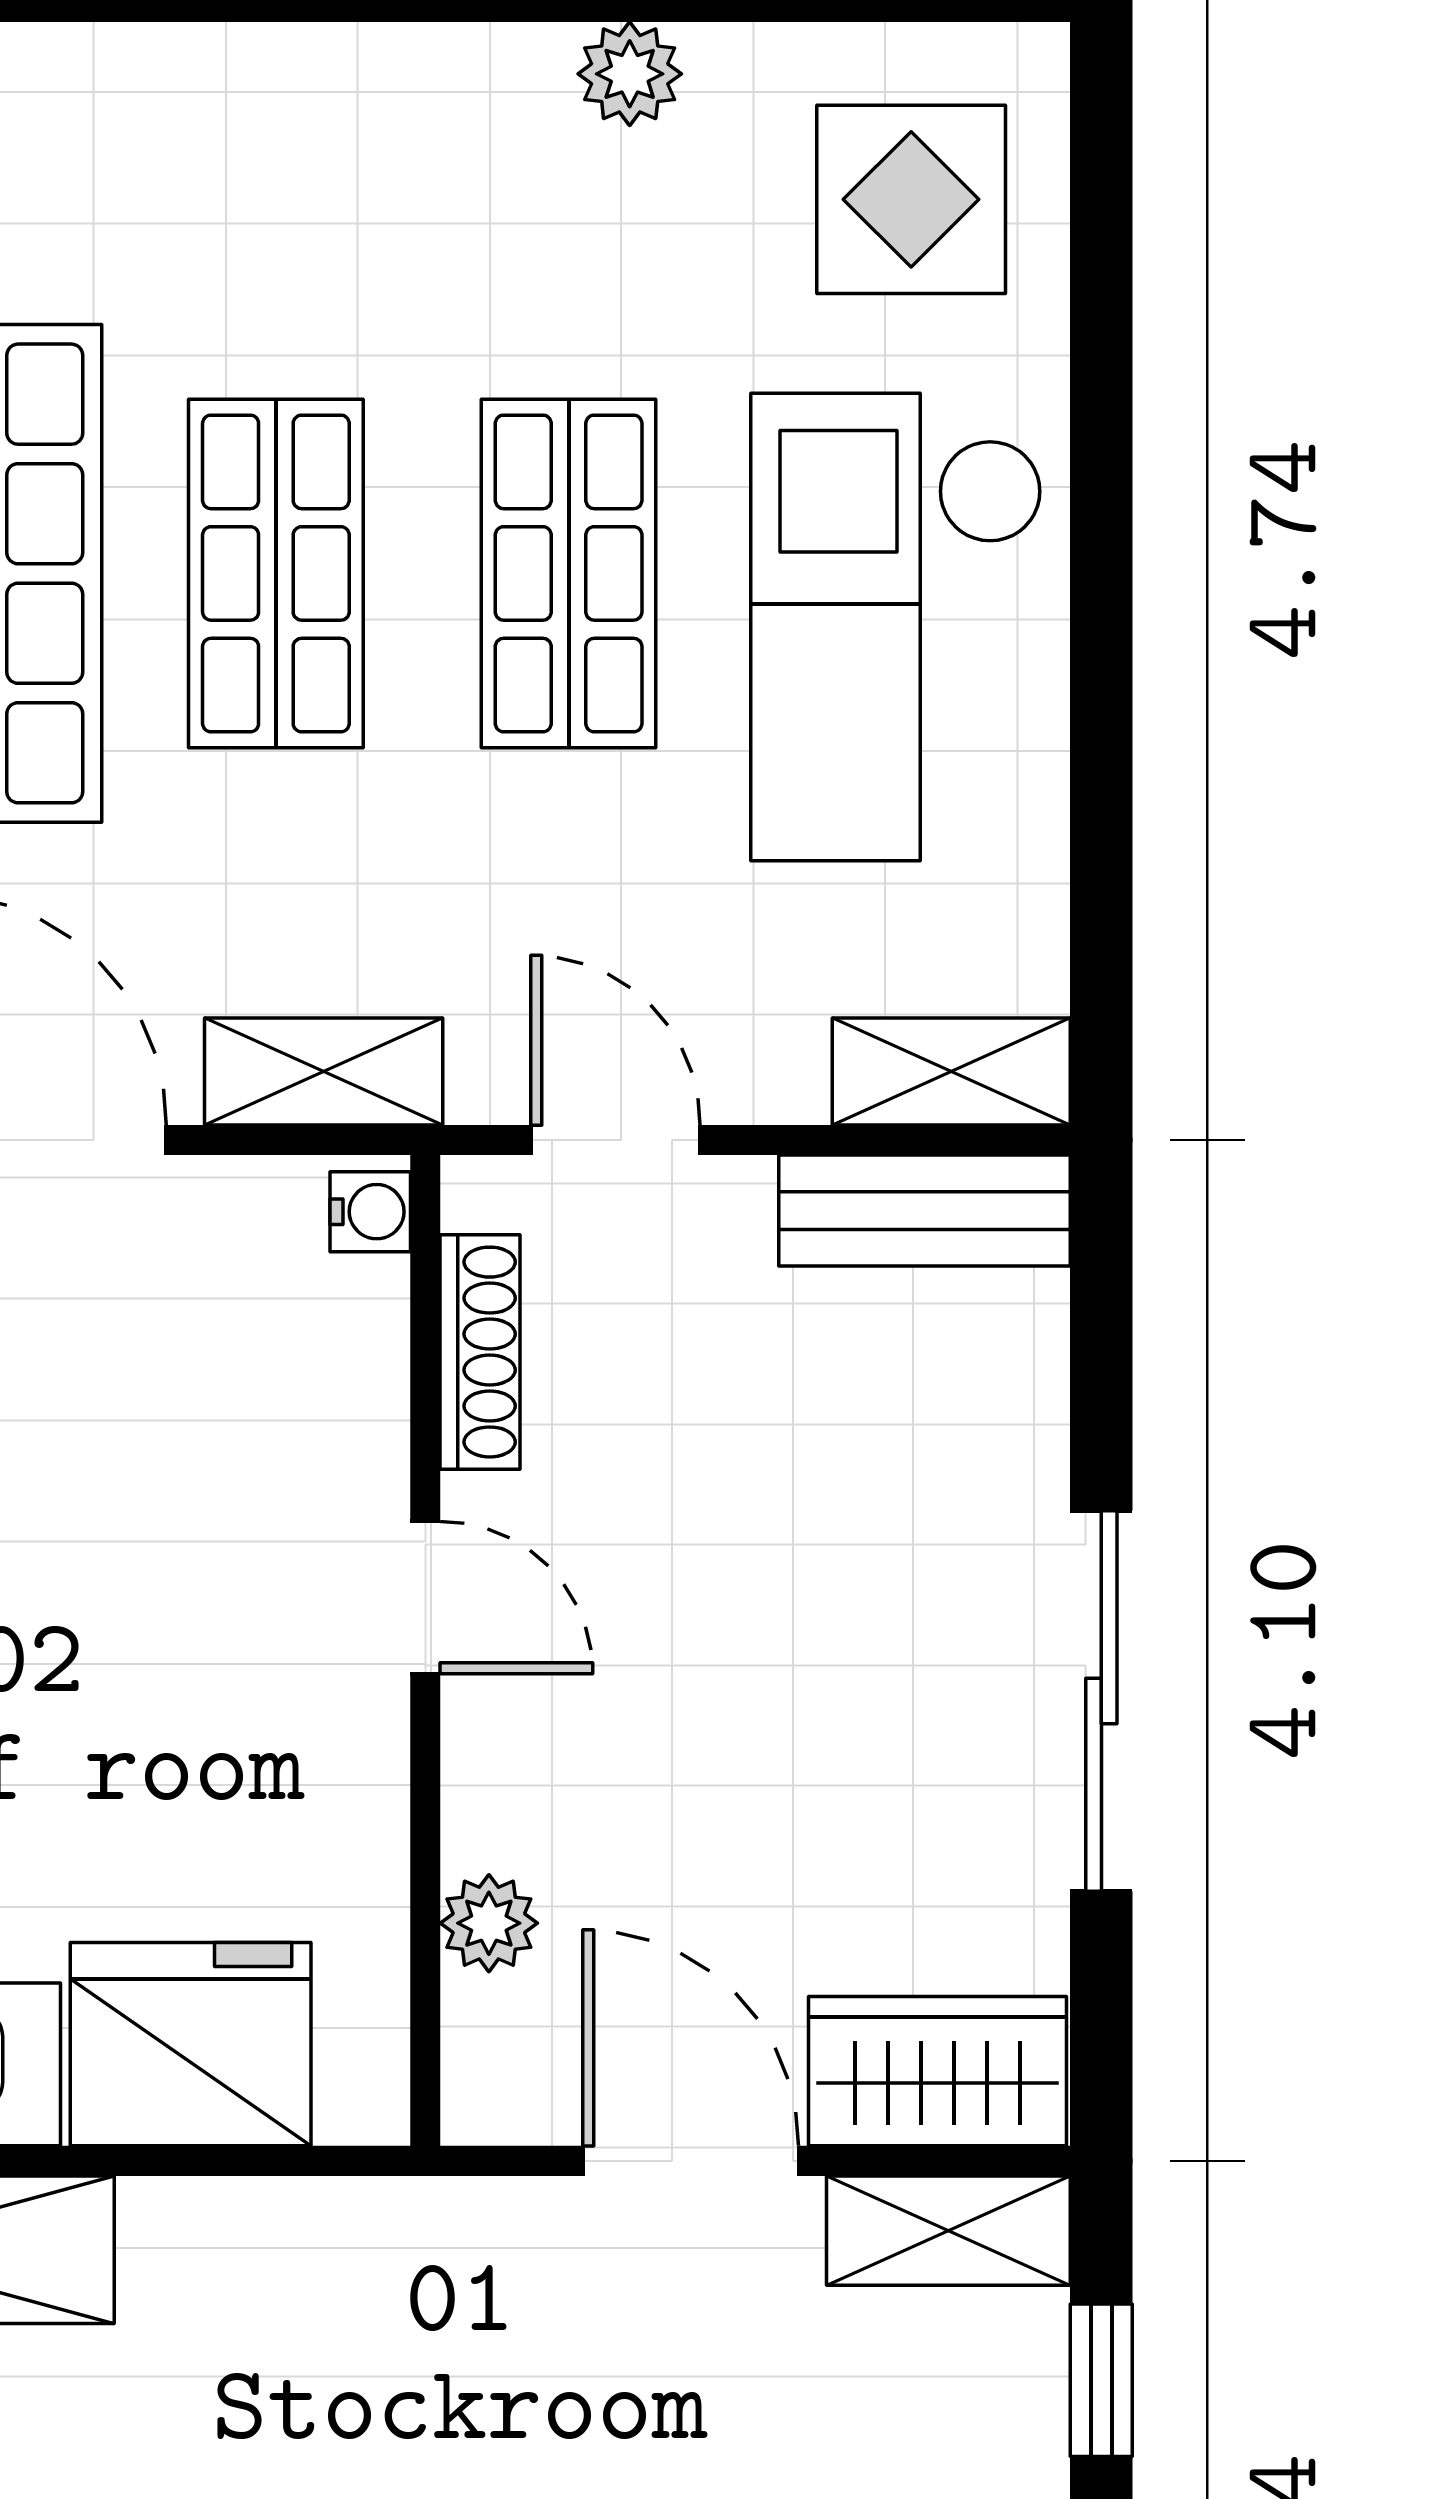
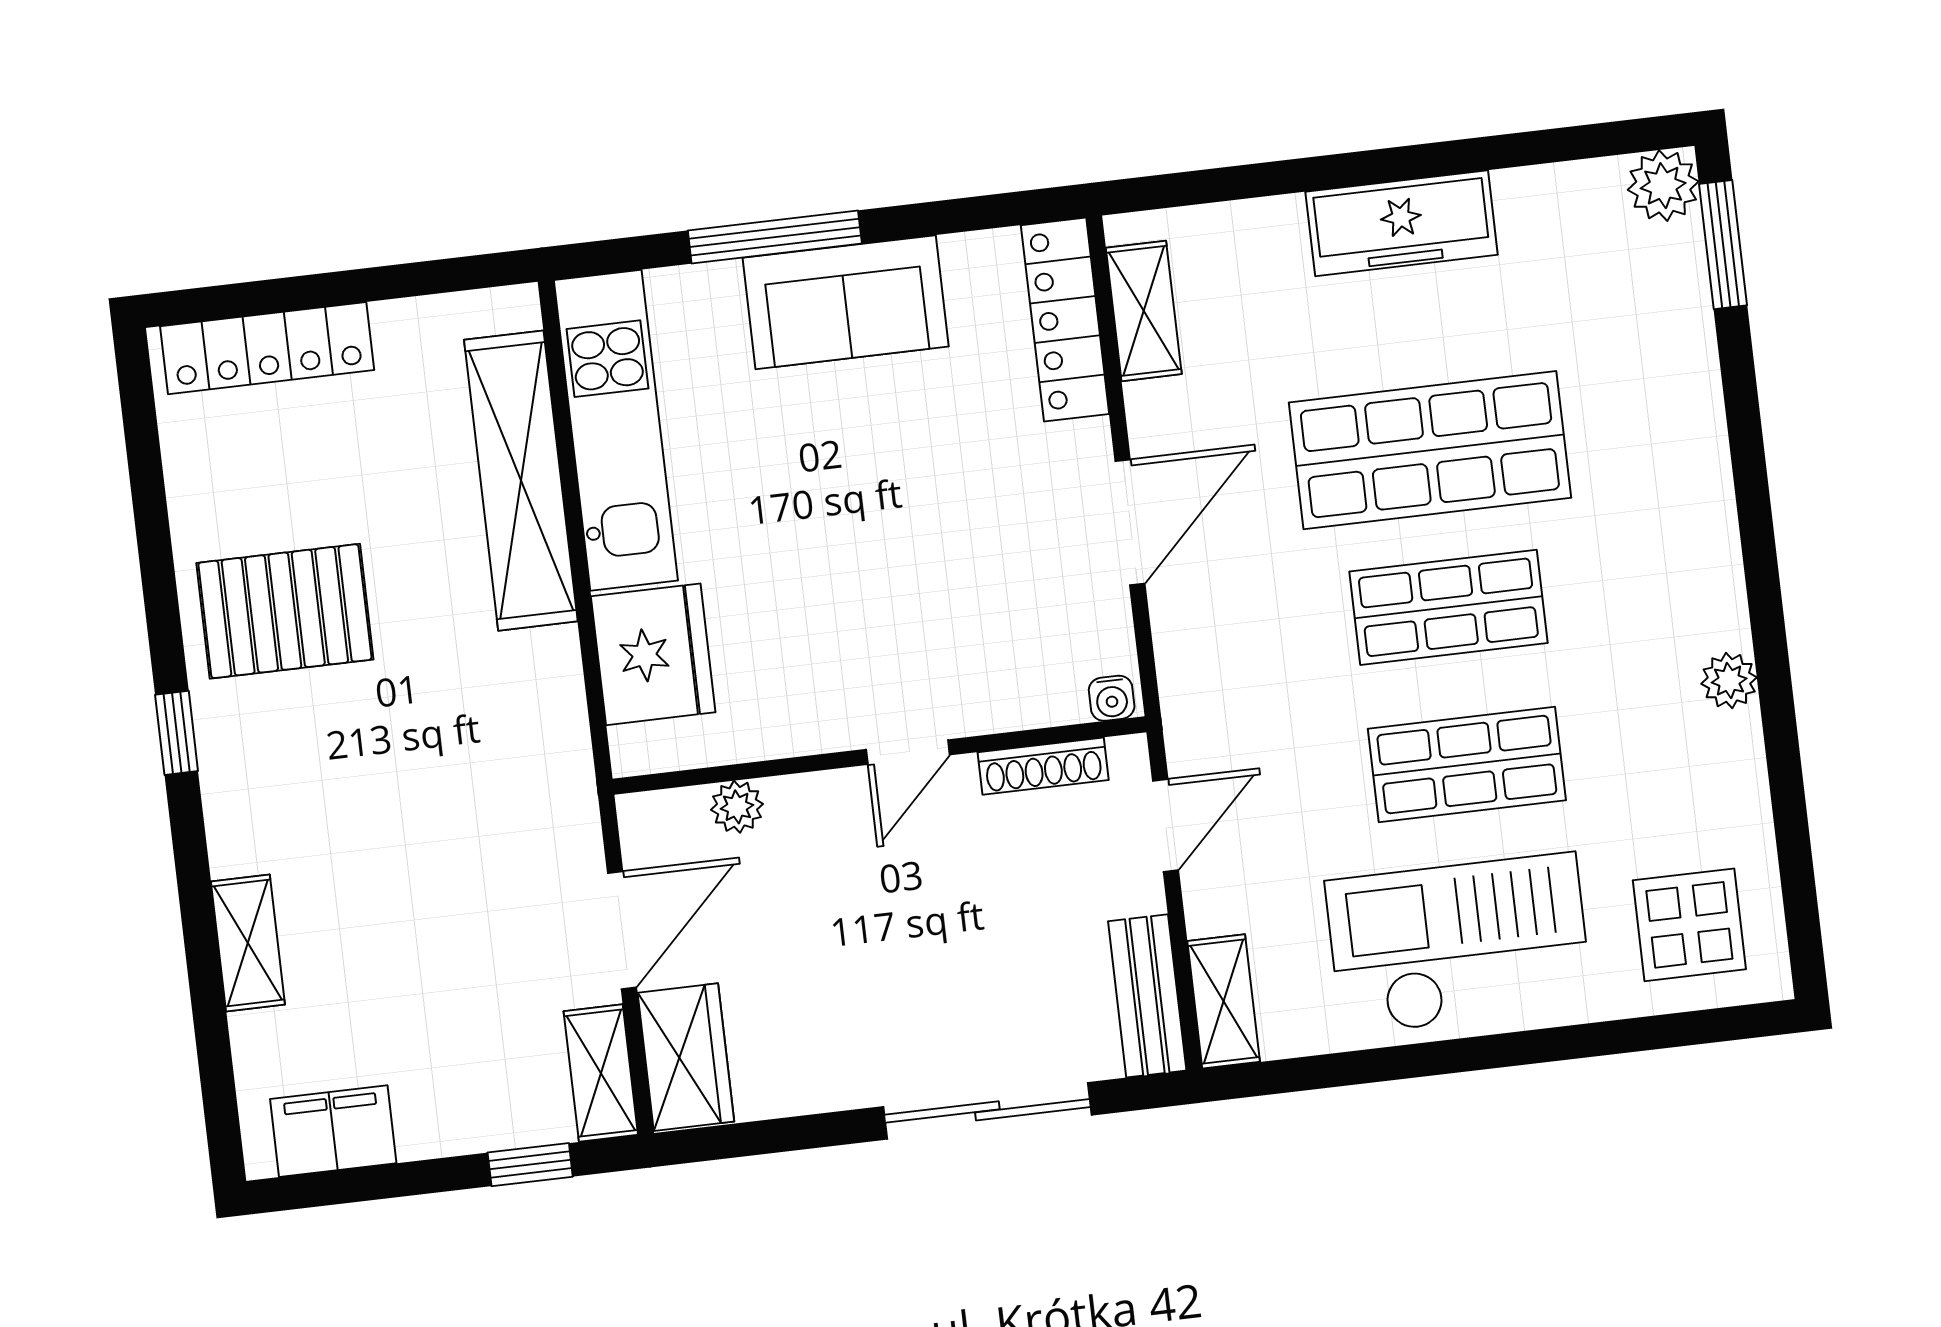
plant: (630, 74) -> (1729, 681), moved
shelving: (324, 1071) -> (1184, 664), removed
sliding door: (1101, 1701) -> (987, 1111), moved

